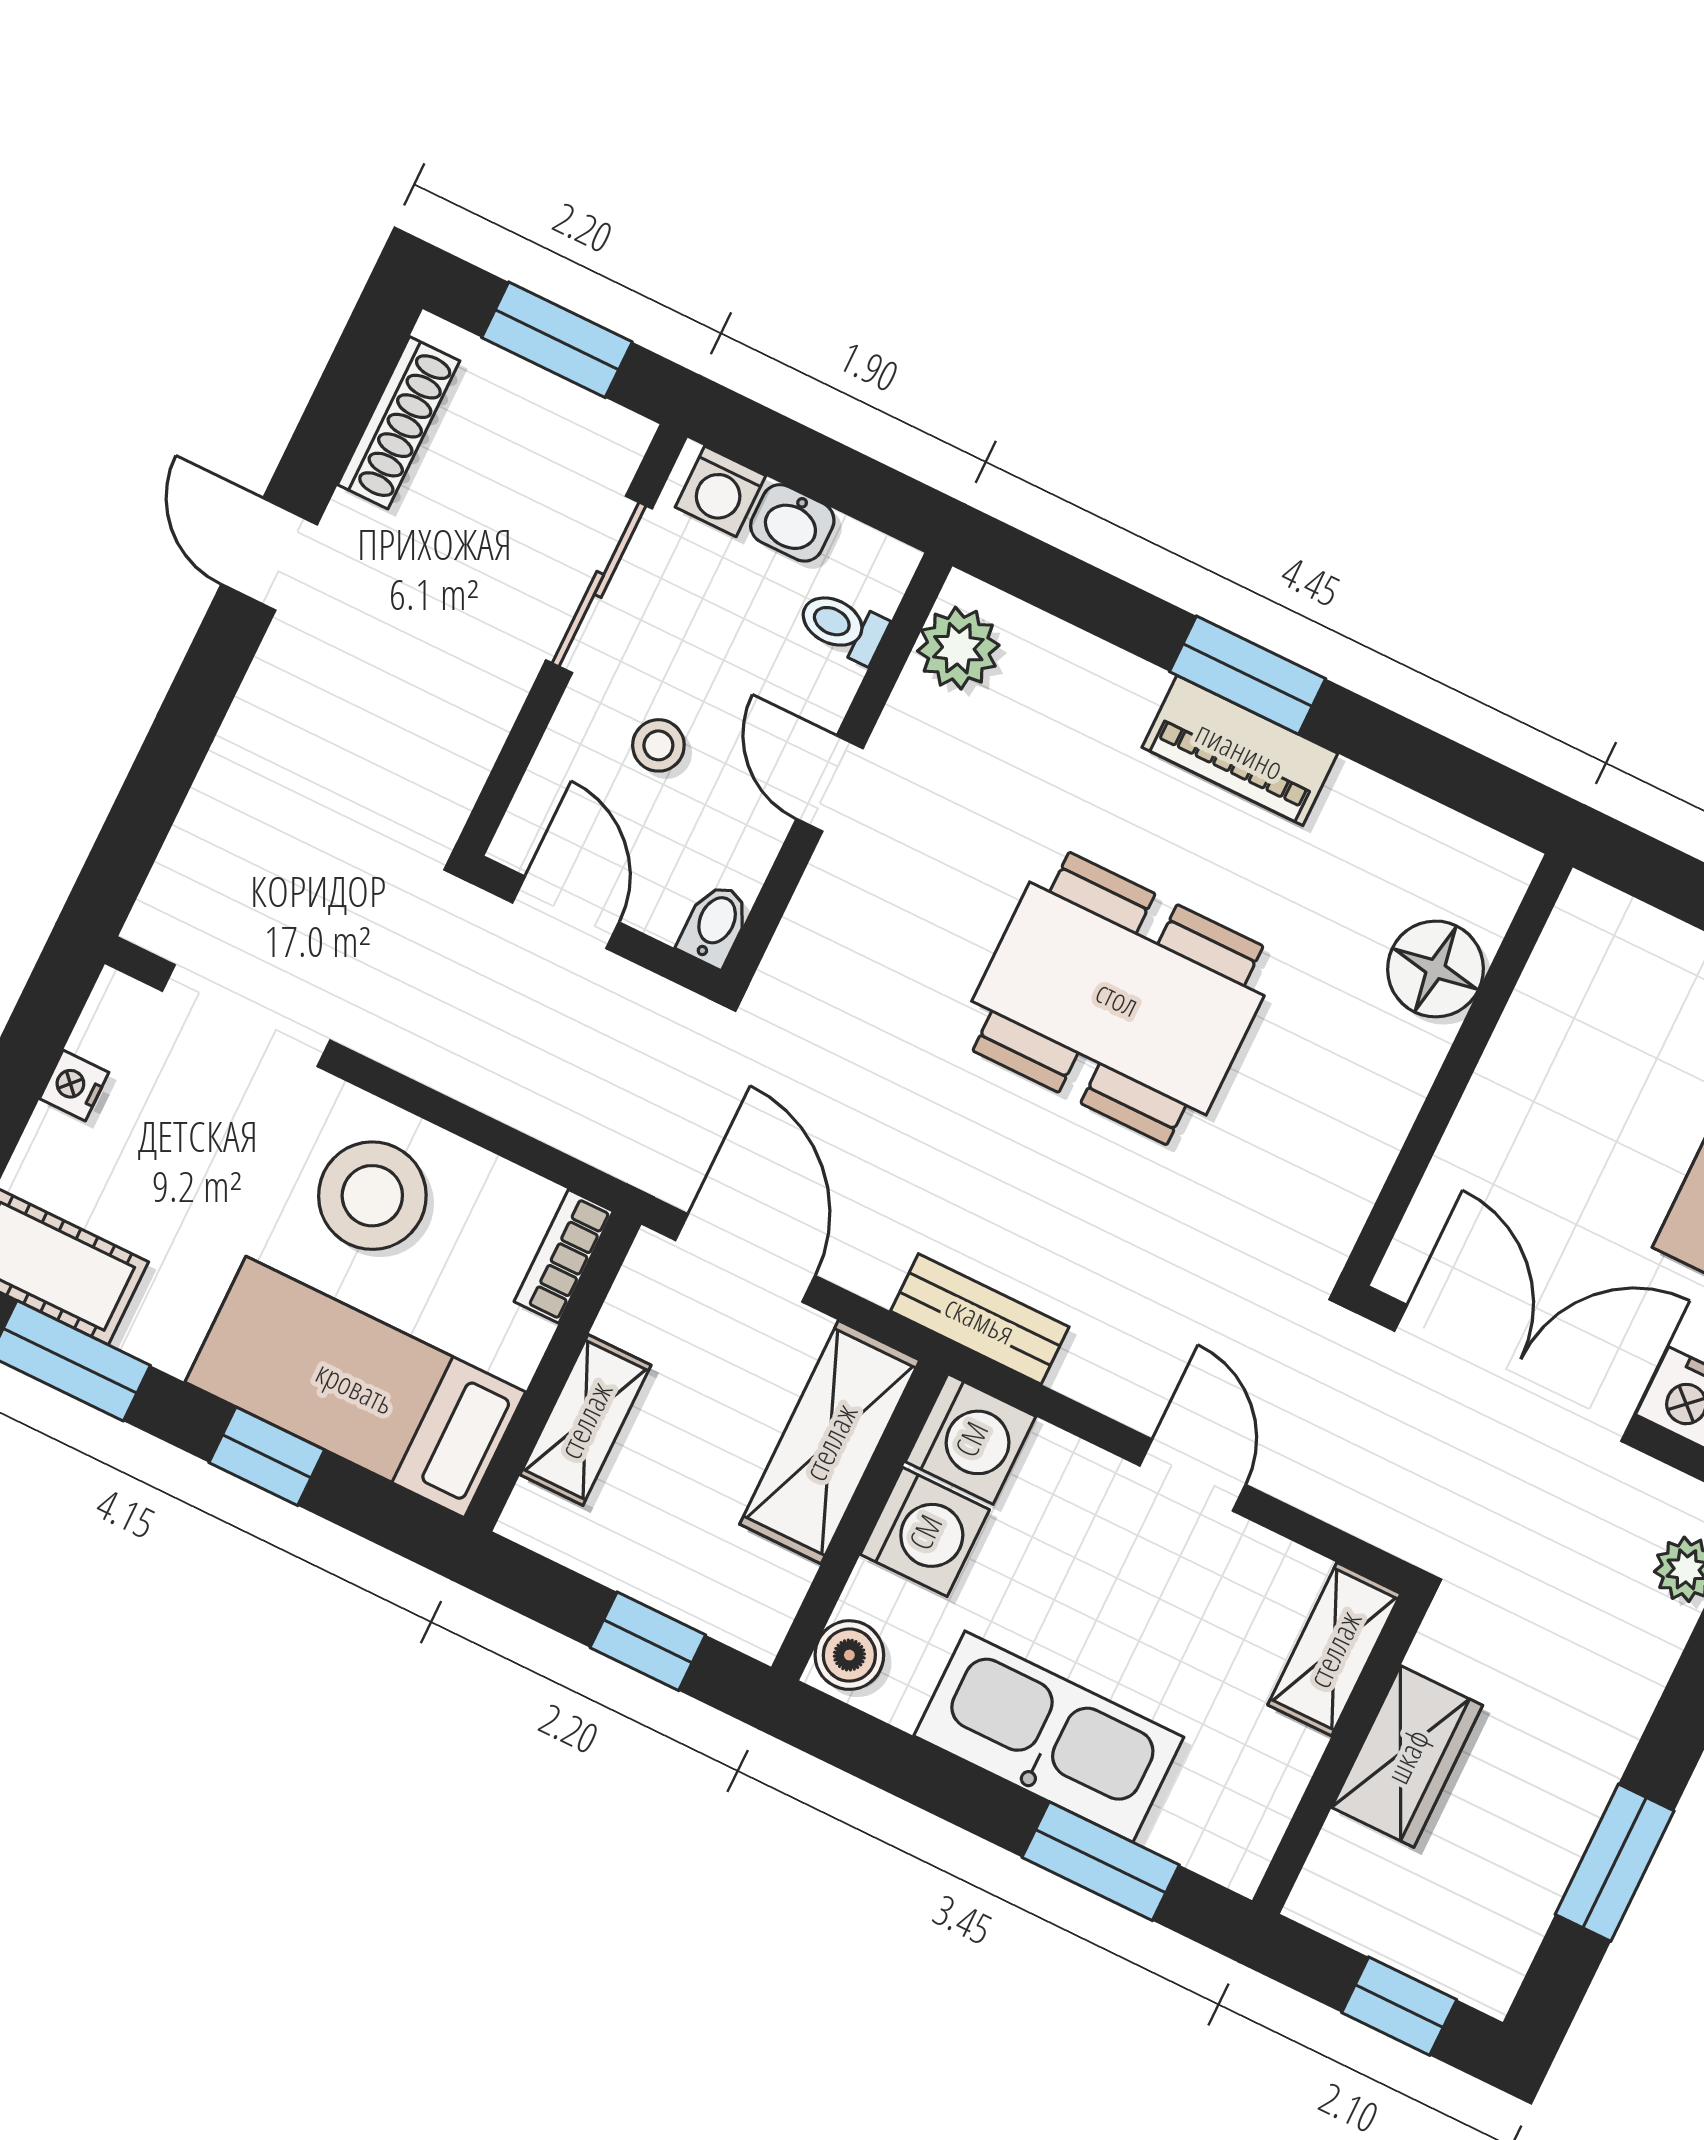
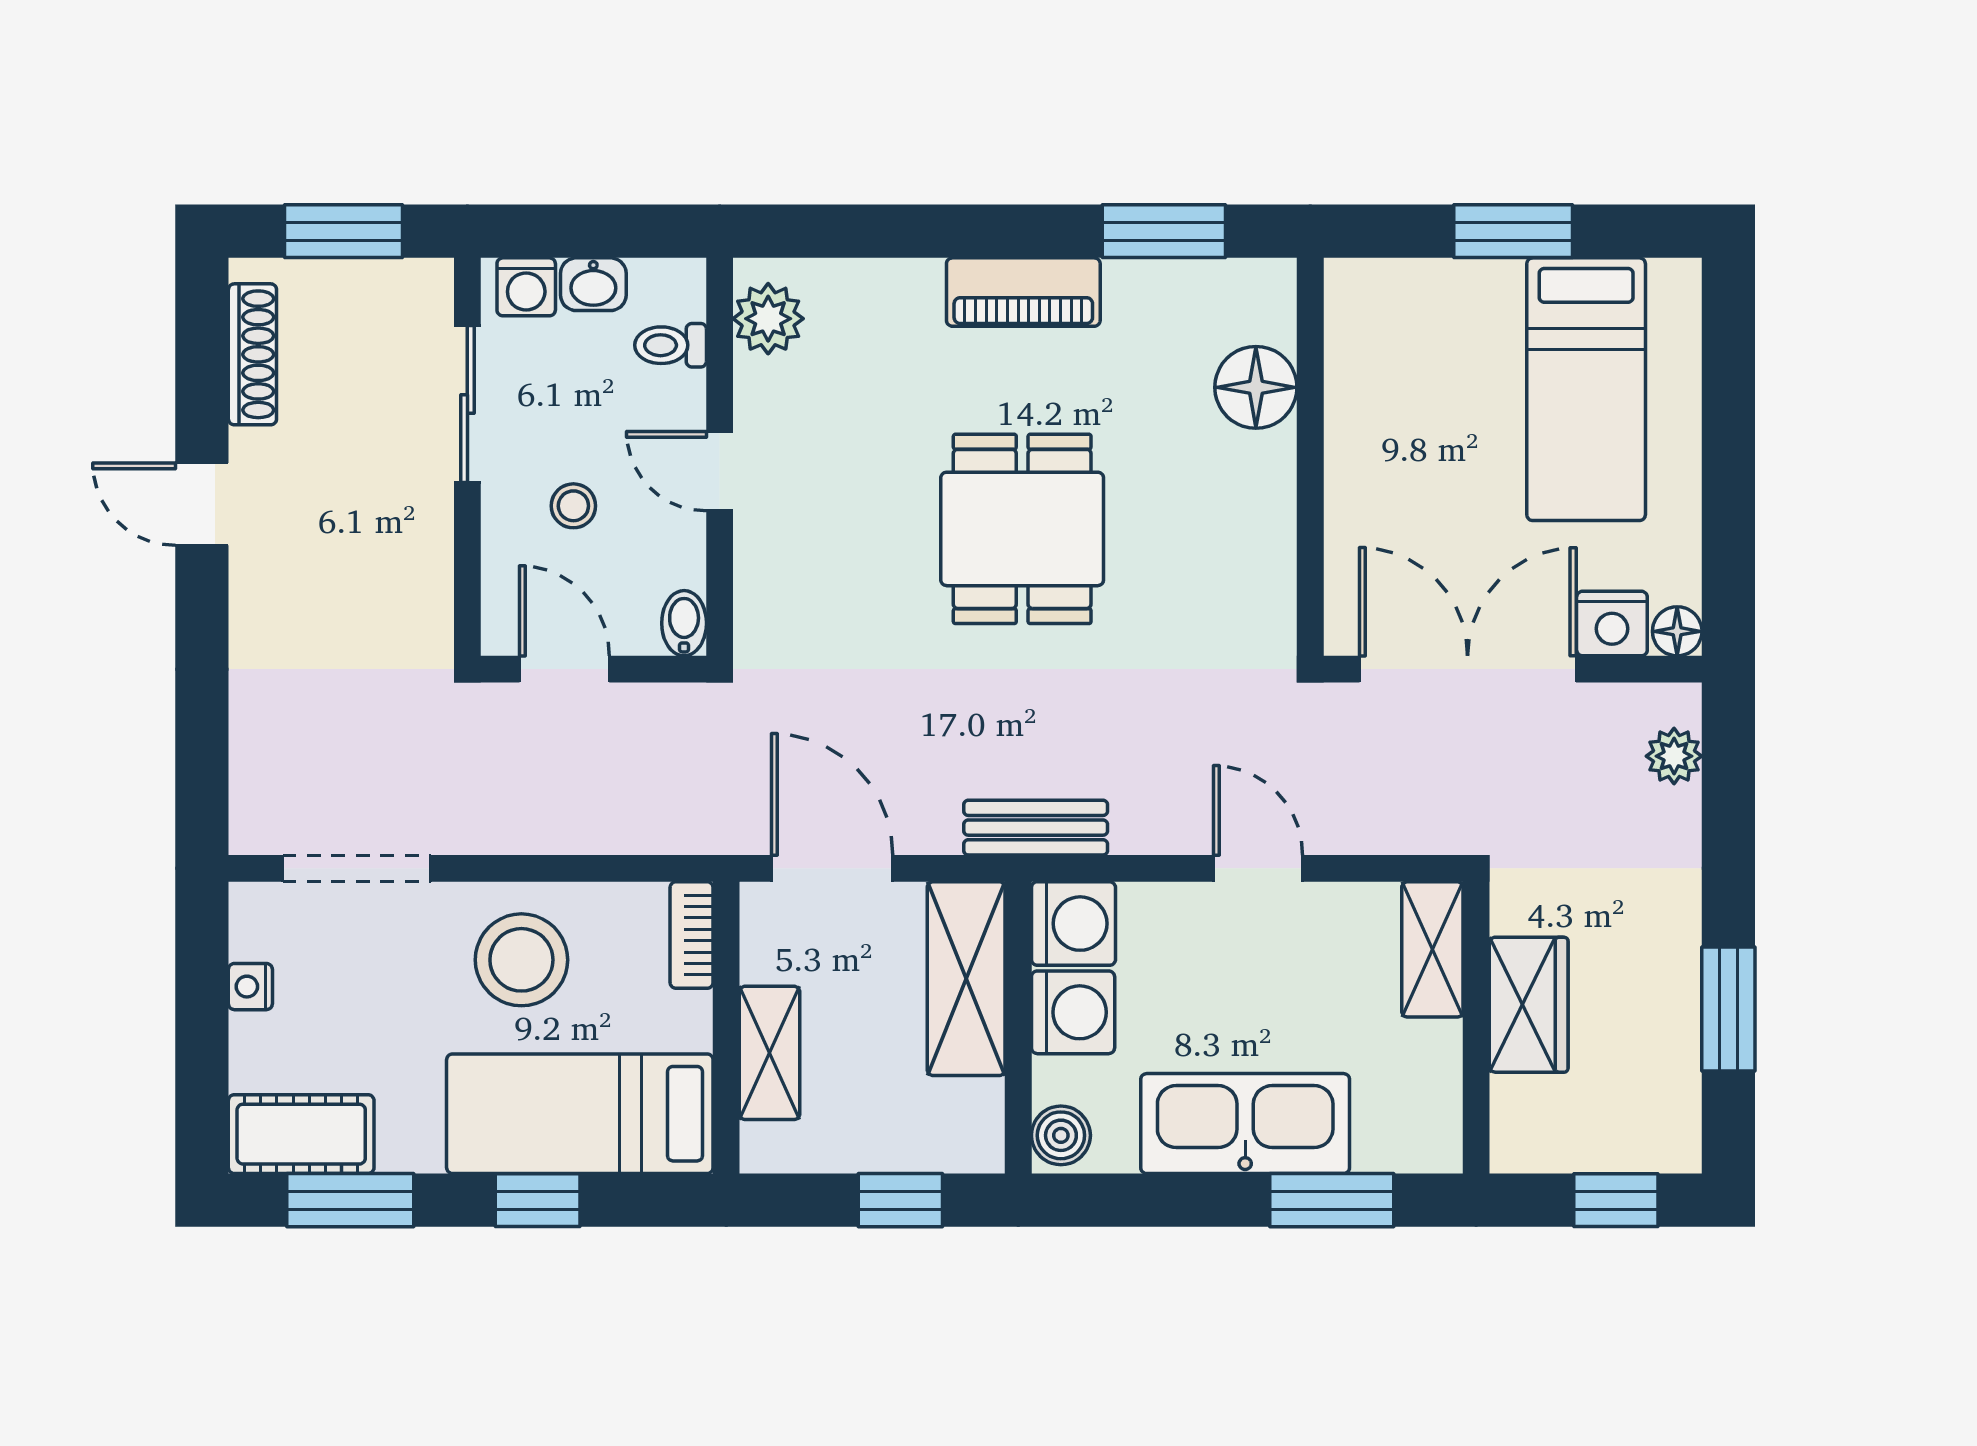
window: (1248, 675) -> (1164, 231), moved
dining table: (1118, 998) -> (1022, 529), width x0.73

